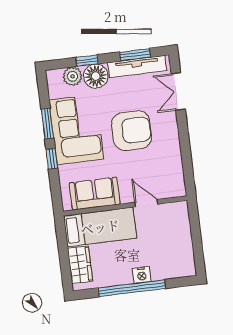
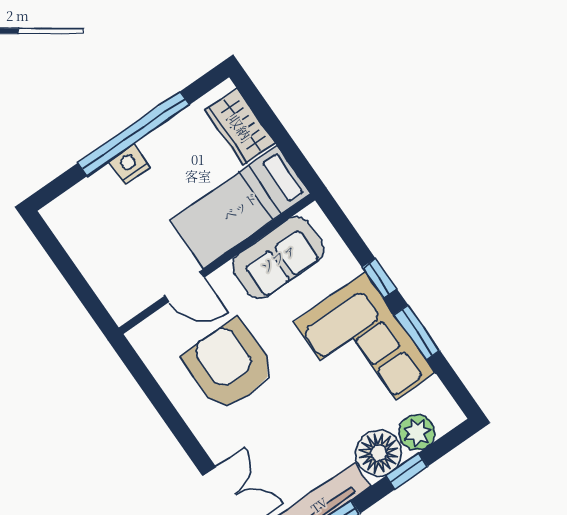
armchair: (132, 131) -> (229, 365), moved, turned 90

